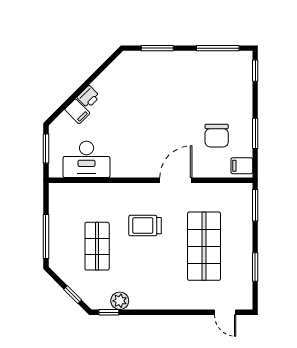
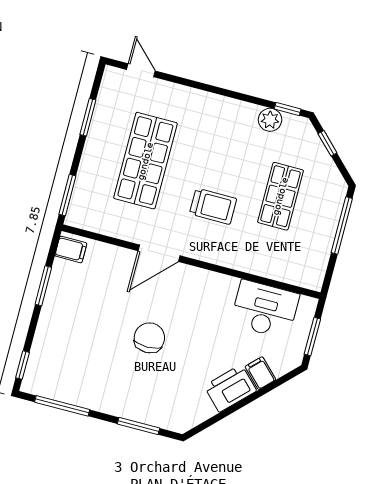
printer: (88, 97) -> (230, 388), width x1.87, depth x1.48
chair: (217, 136) -> (149, 338), moved

